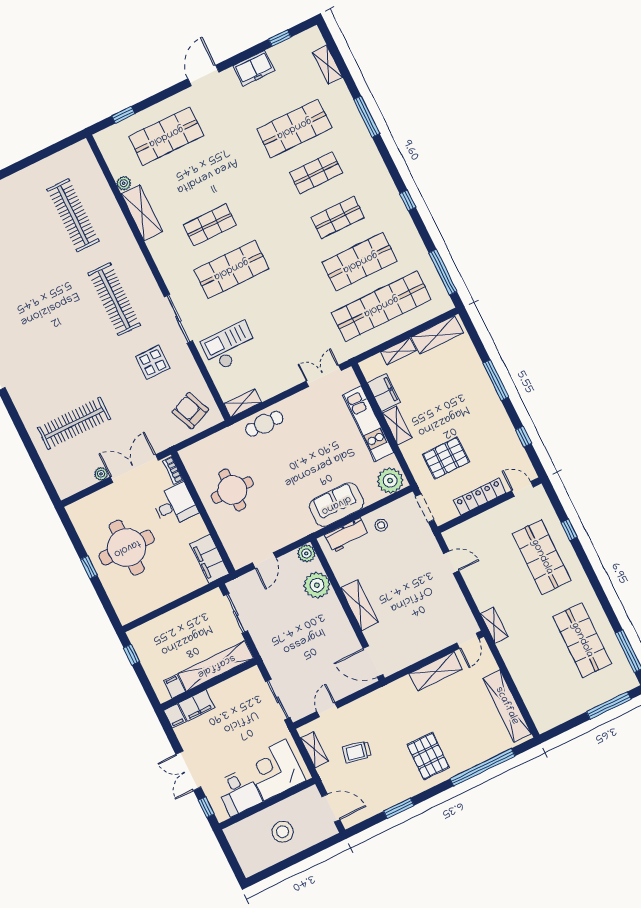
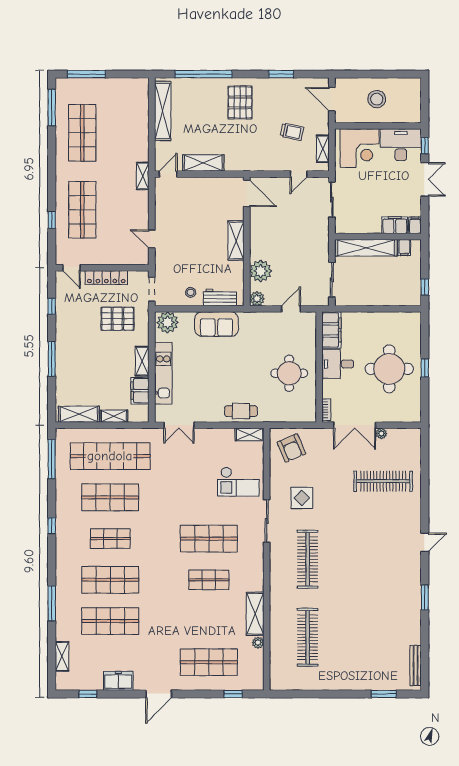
shop shelf: (316, 173) -> (110, 580), width x1.43, depth x1.36
desk: (175, 505) -> (338, 364), moved
desk: (239, 792) -> (401, 145), width x1.37

